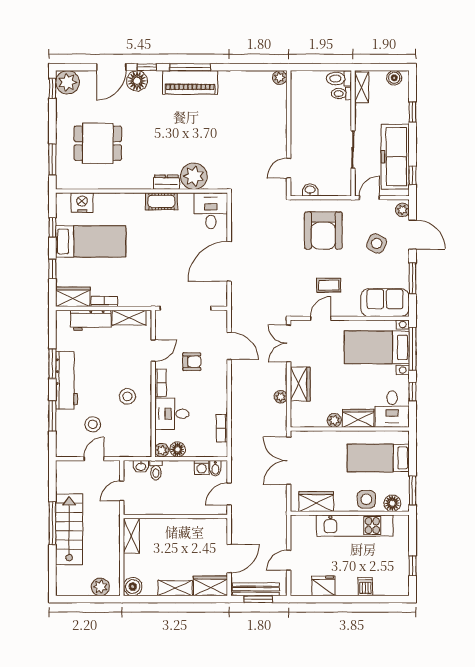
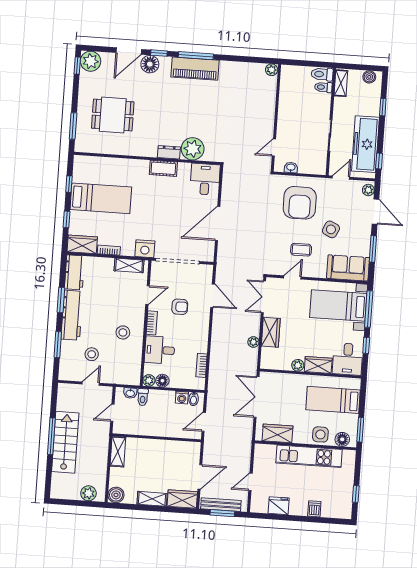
nightstand: (82, 203) -> (145, 249), moved, turned 180
side table: (377, 243) -> (331, 229), moved
workbench: (91, 320) -> (75, 272), moved, turned -90

